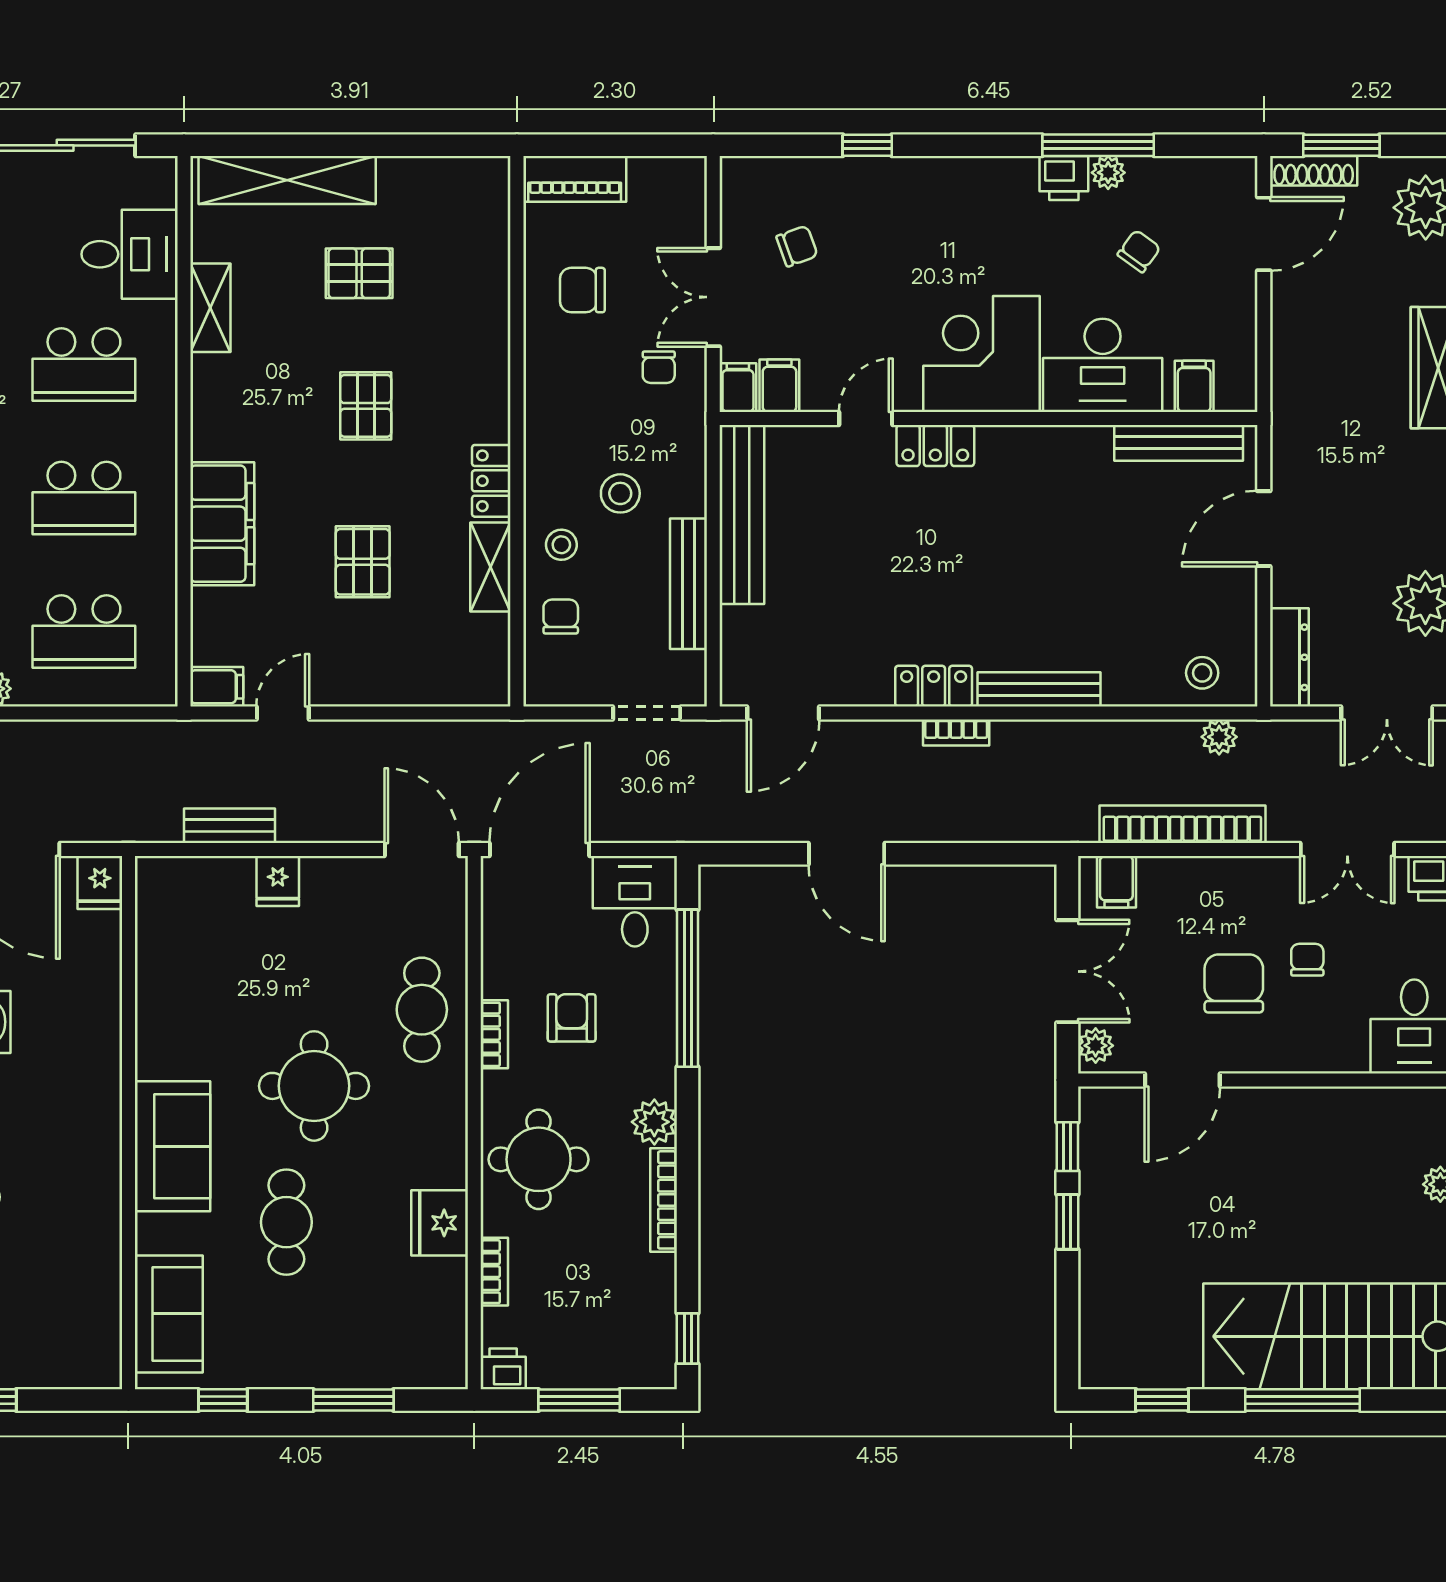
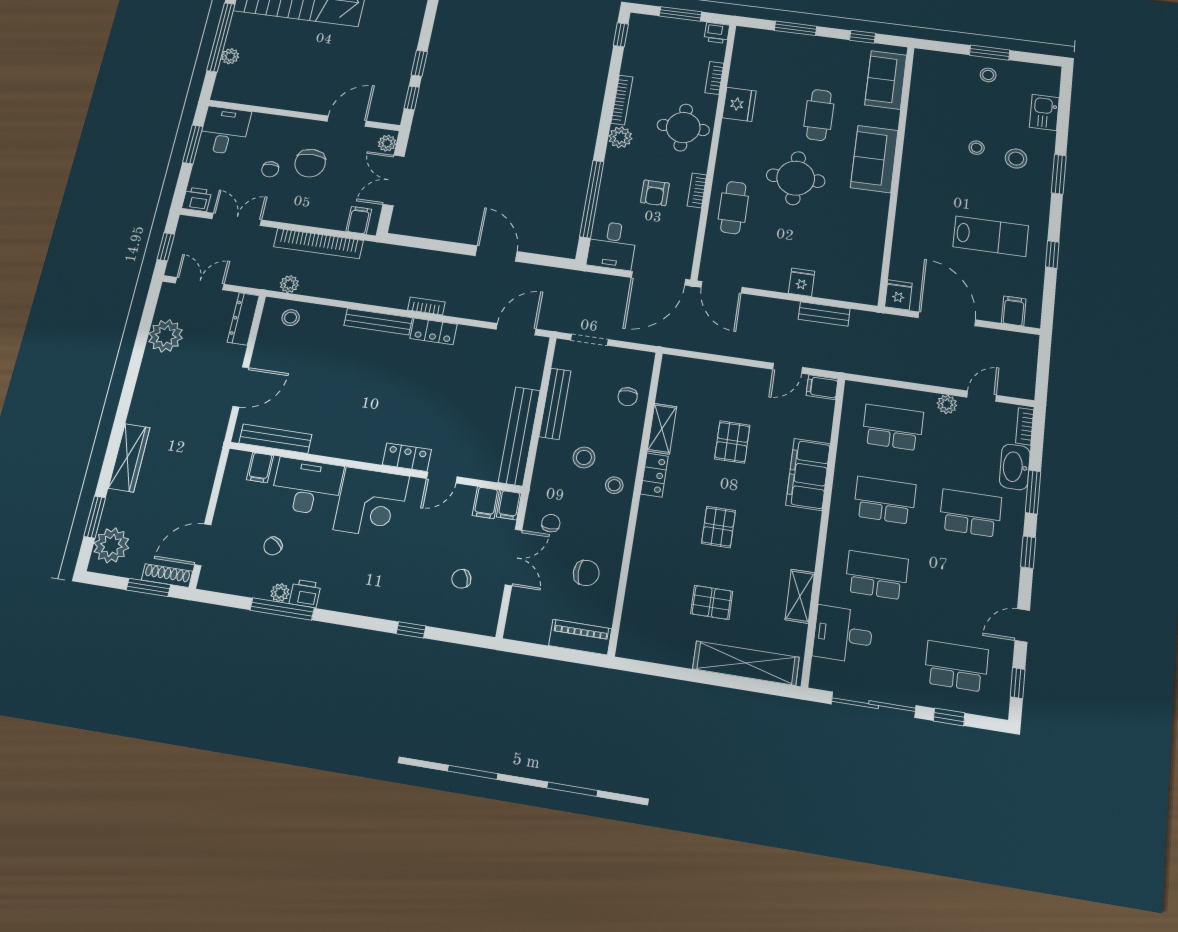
stool: (561, 545) -> (614, 485), moved

